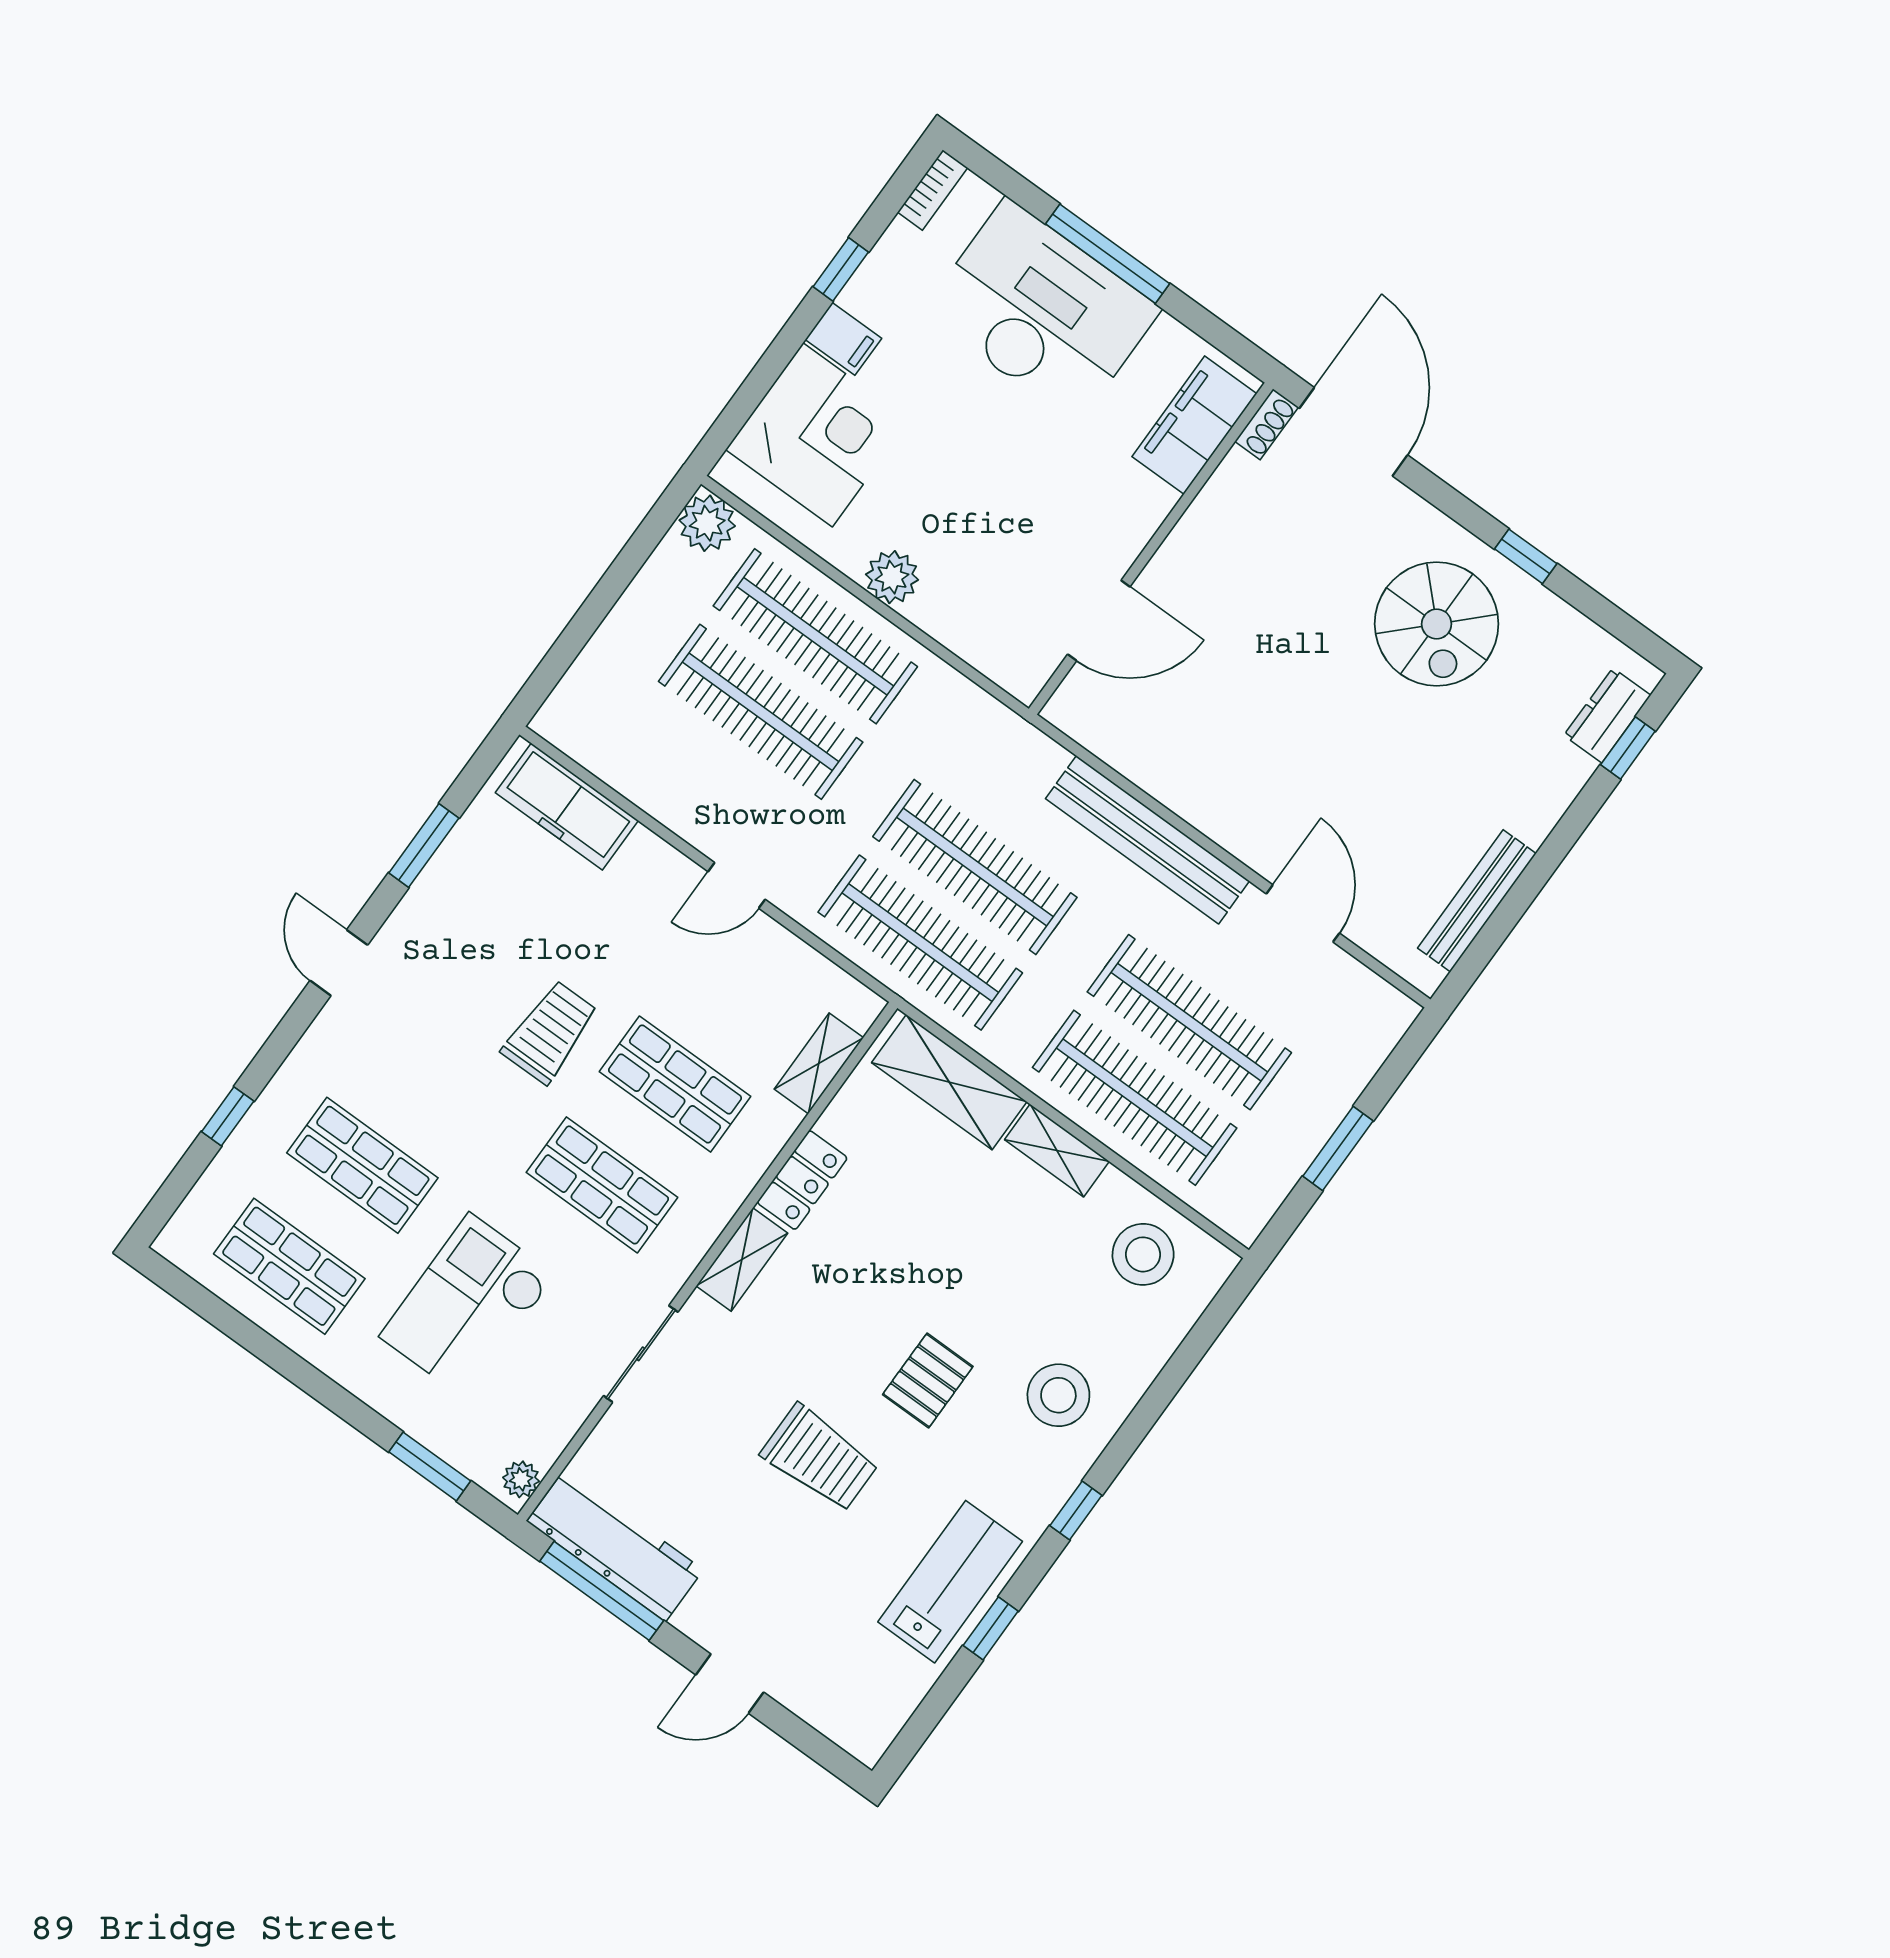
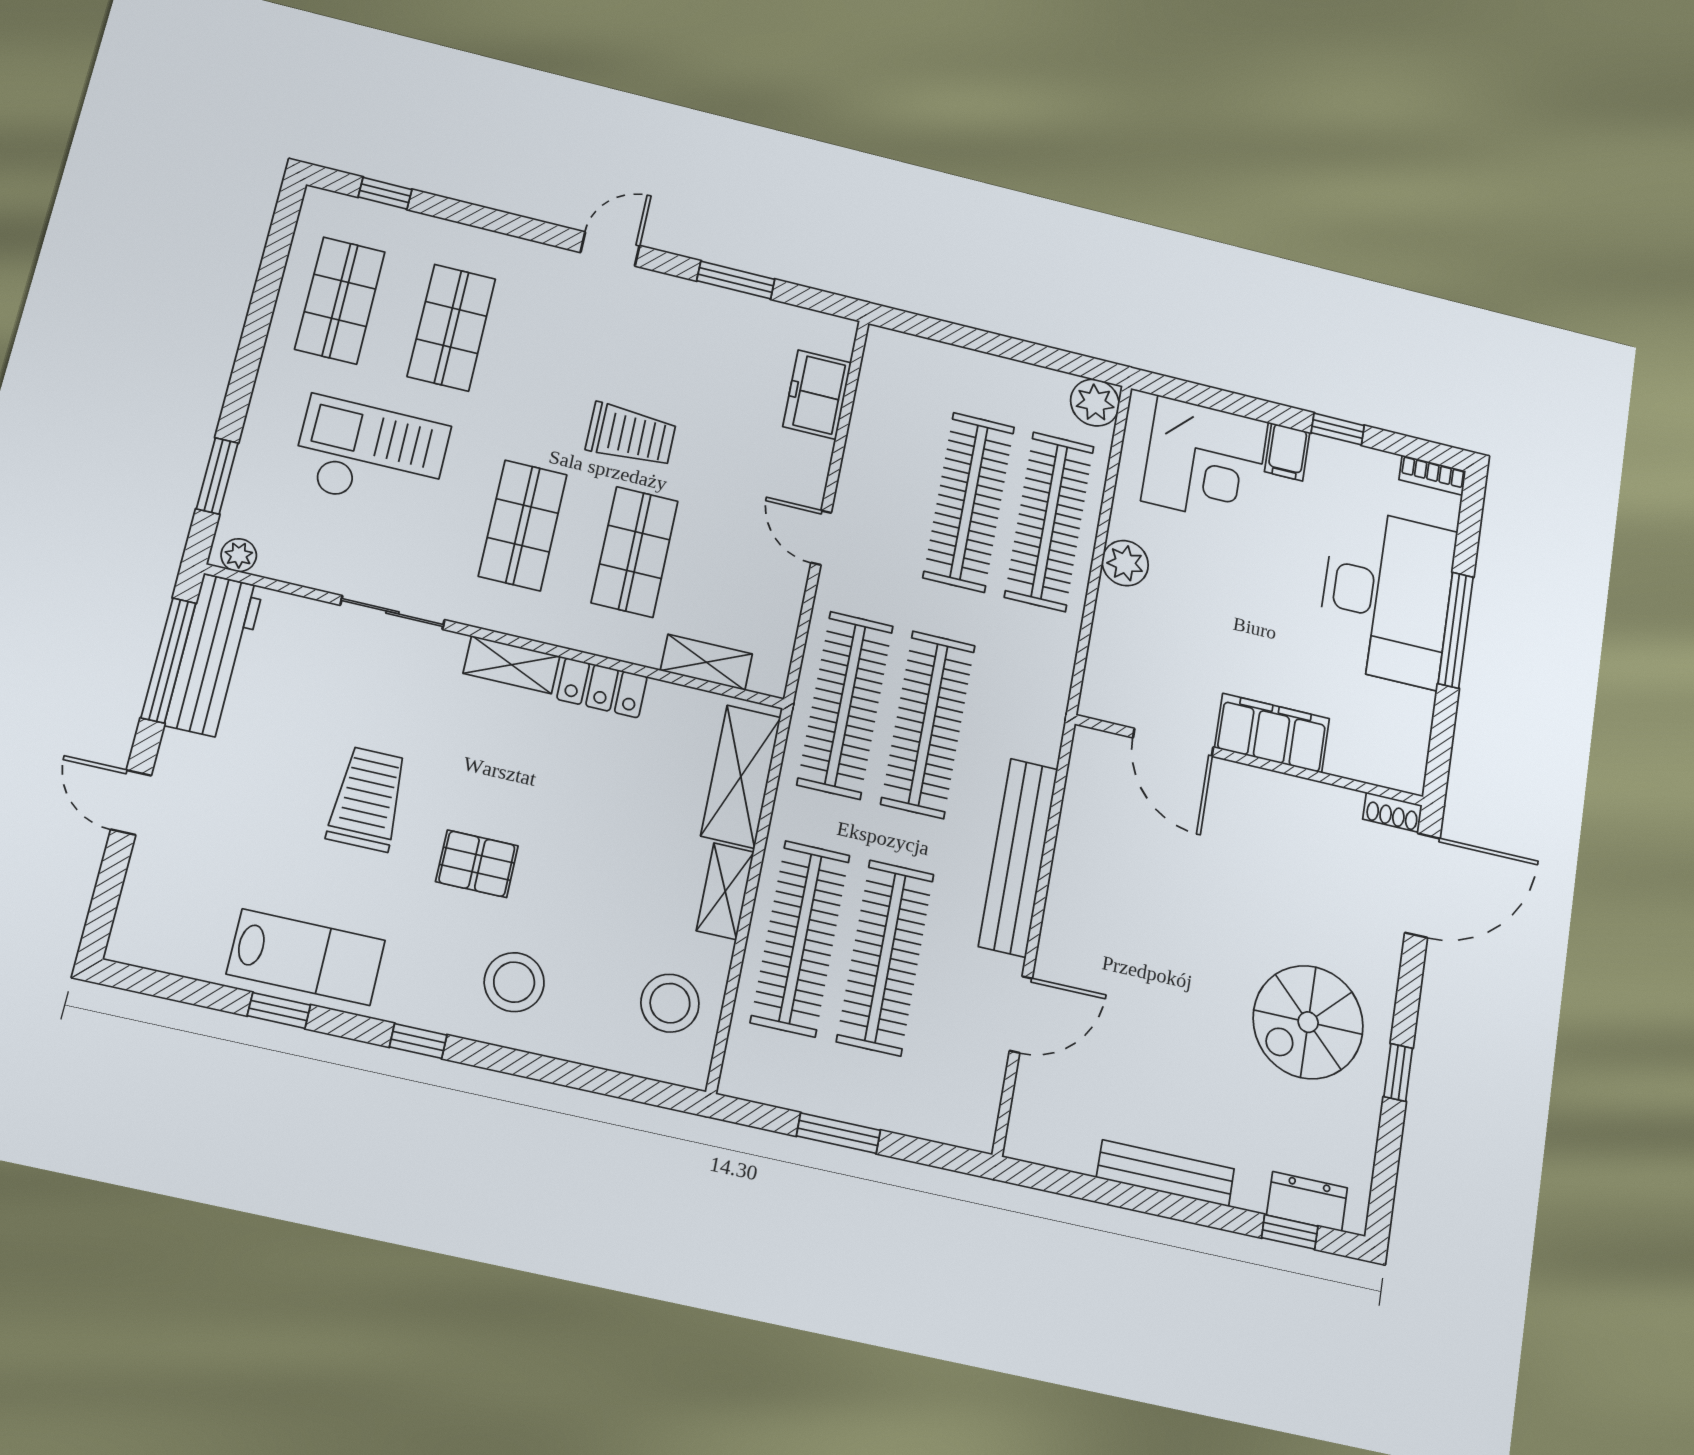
filing cabinet: (1194, 425) -> (1272, 733), moved
freezer: (567, 807) -> (817, 395), width x0.71
bench: (1477, 901) -> (1165, 1173), moved
window: (228, 1116) -> (385, 193), moved
trolley: (820, 1458) -> (368, 799), turned 180

